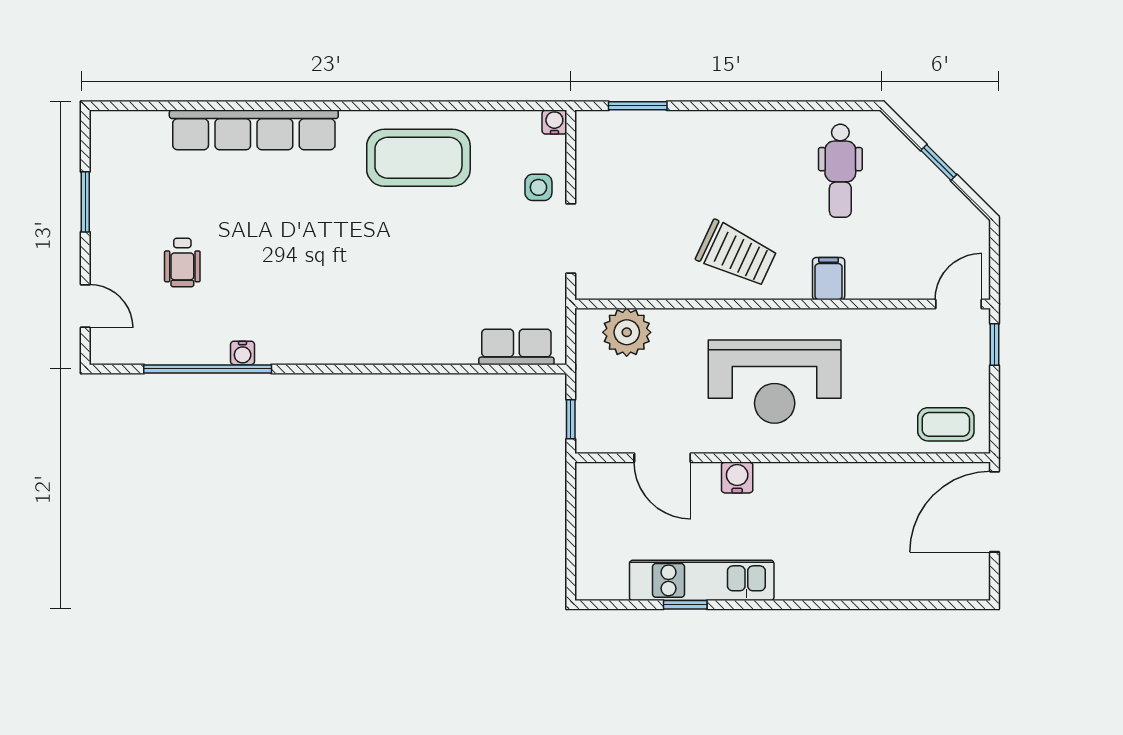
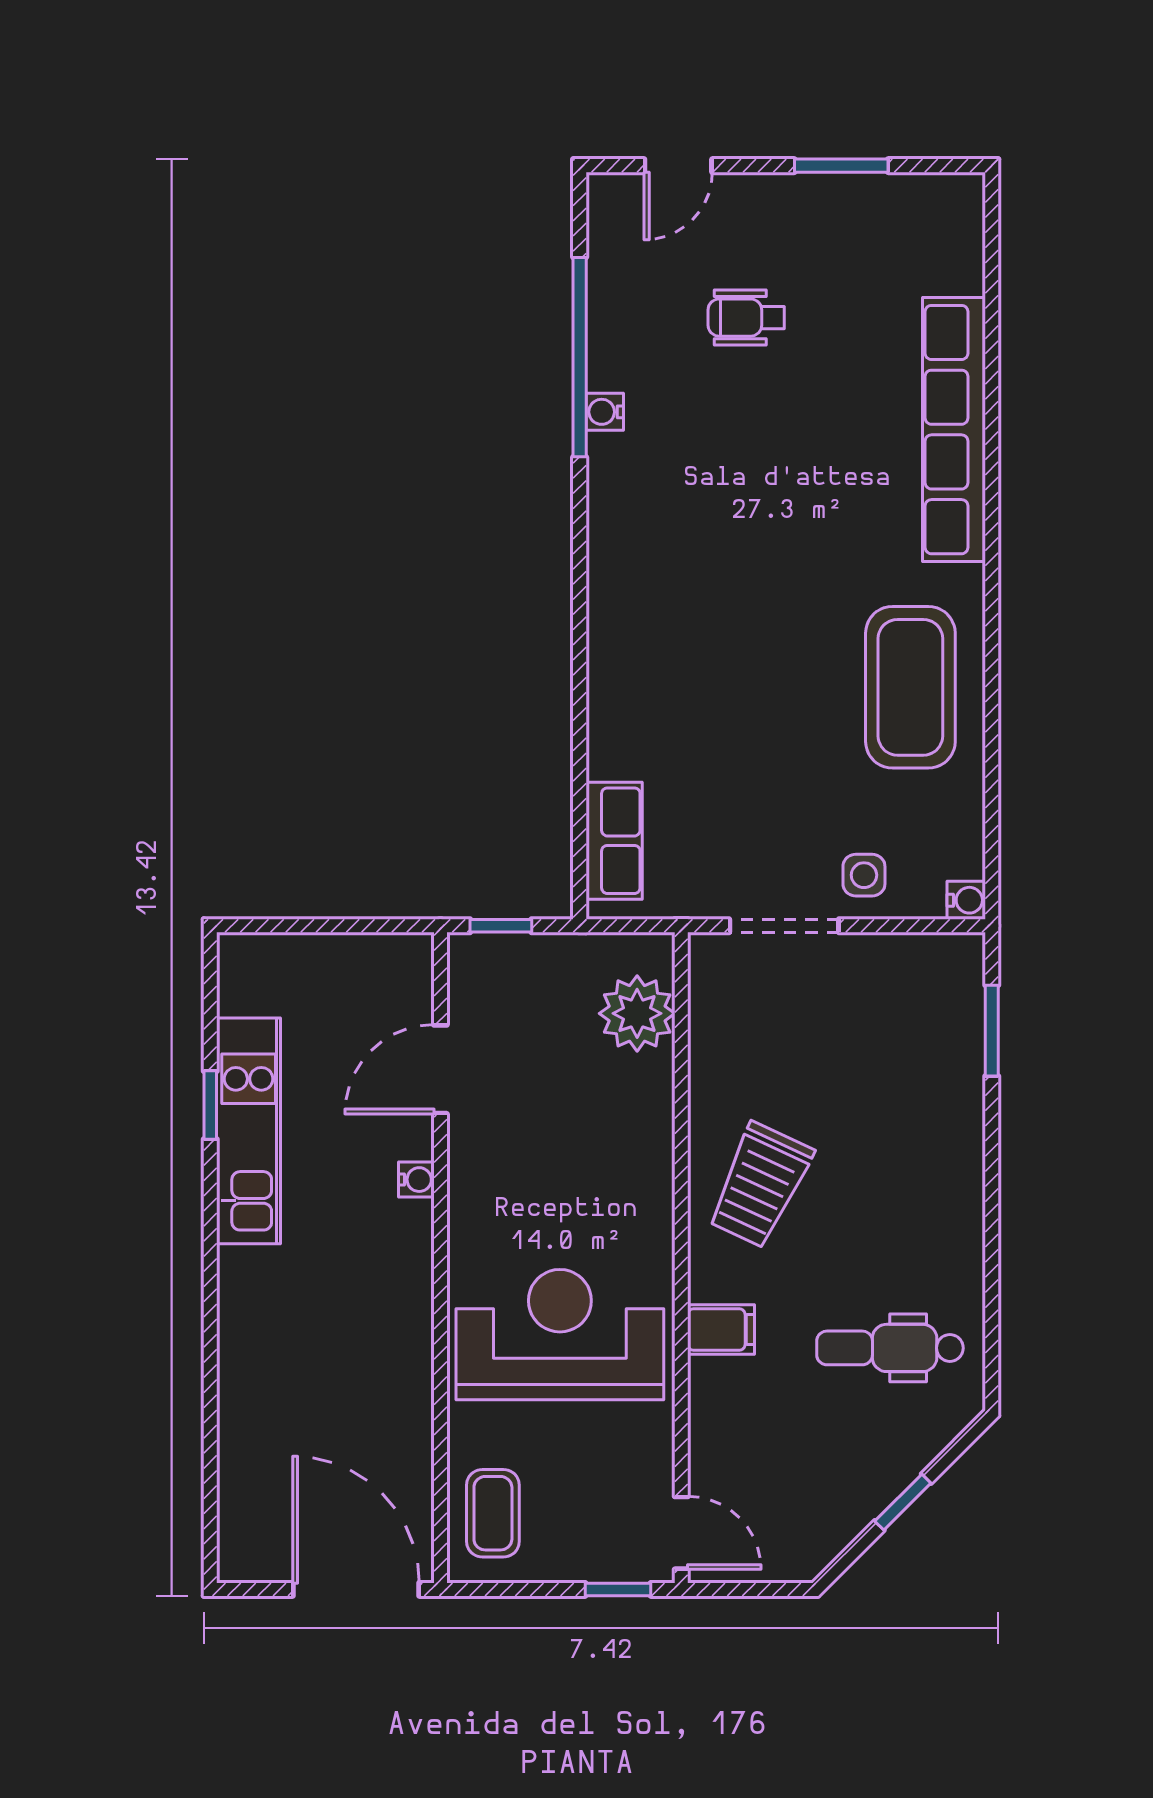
reception desk: (775, 382) -> (560, 1335), moved, turned 90
water cooler: (737, 478) -> (416, 1180), width x0.72, depth x0.72

